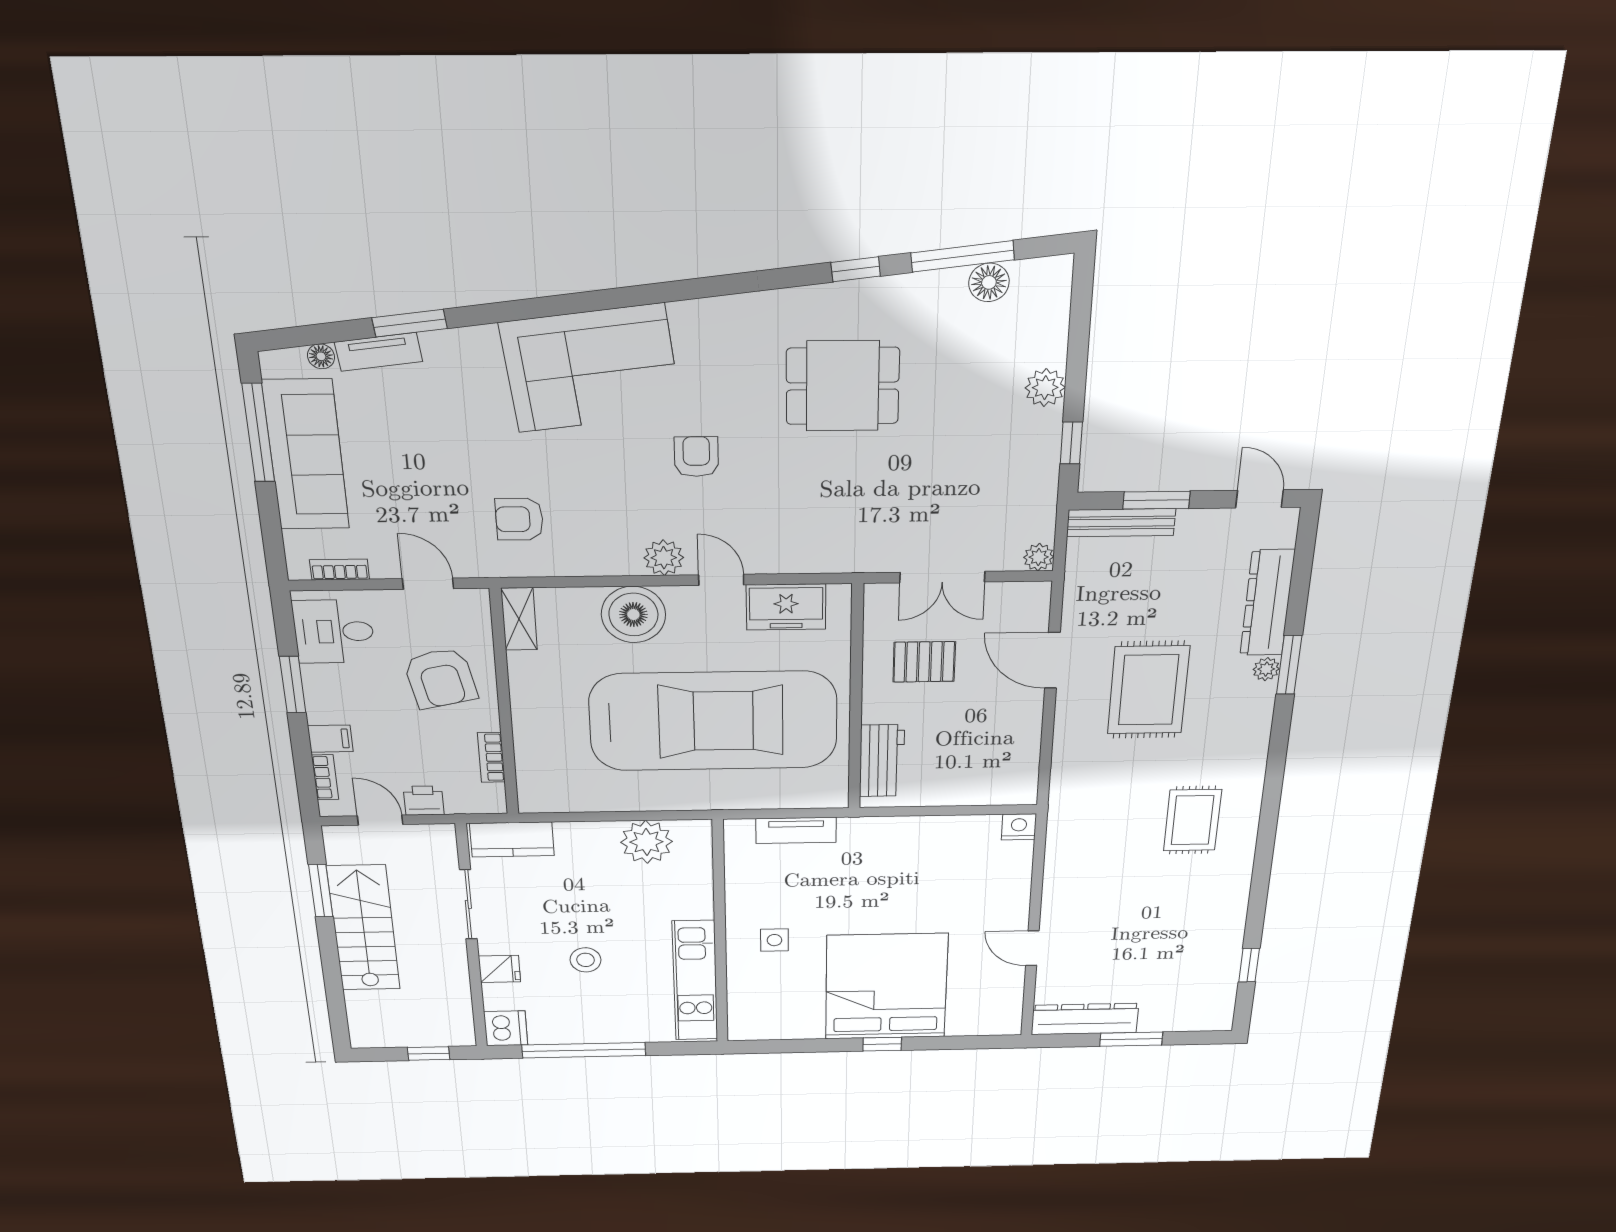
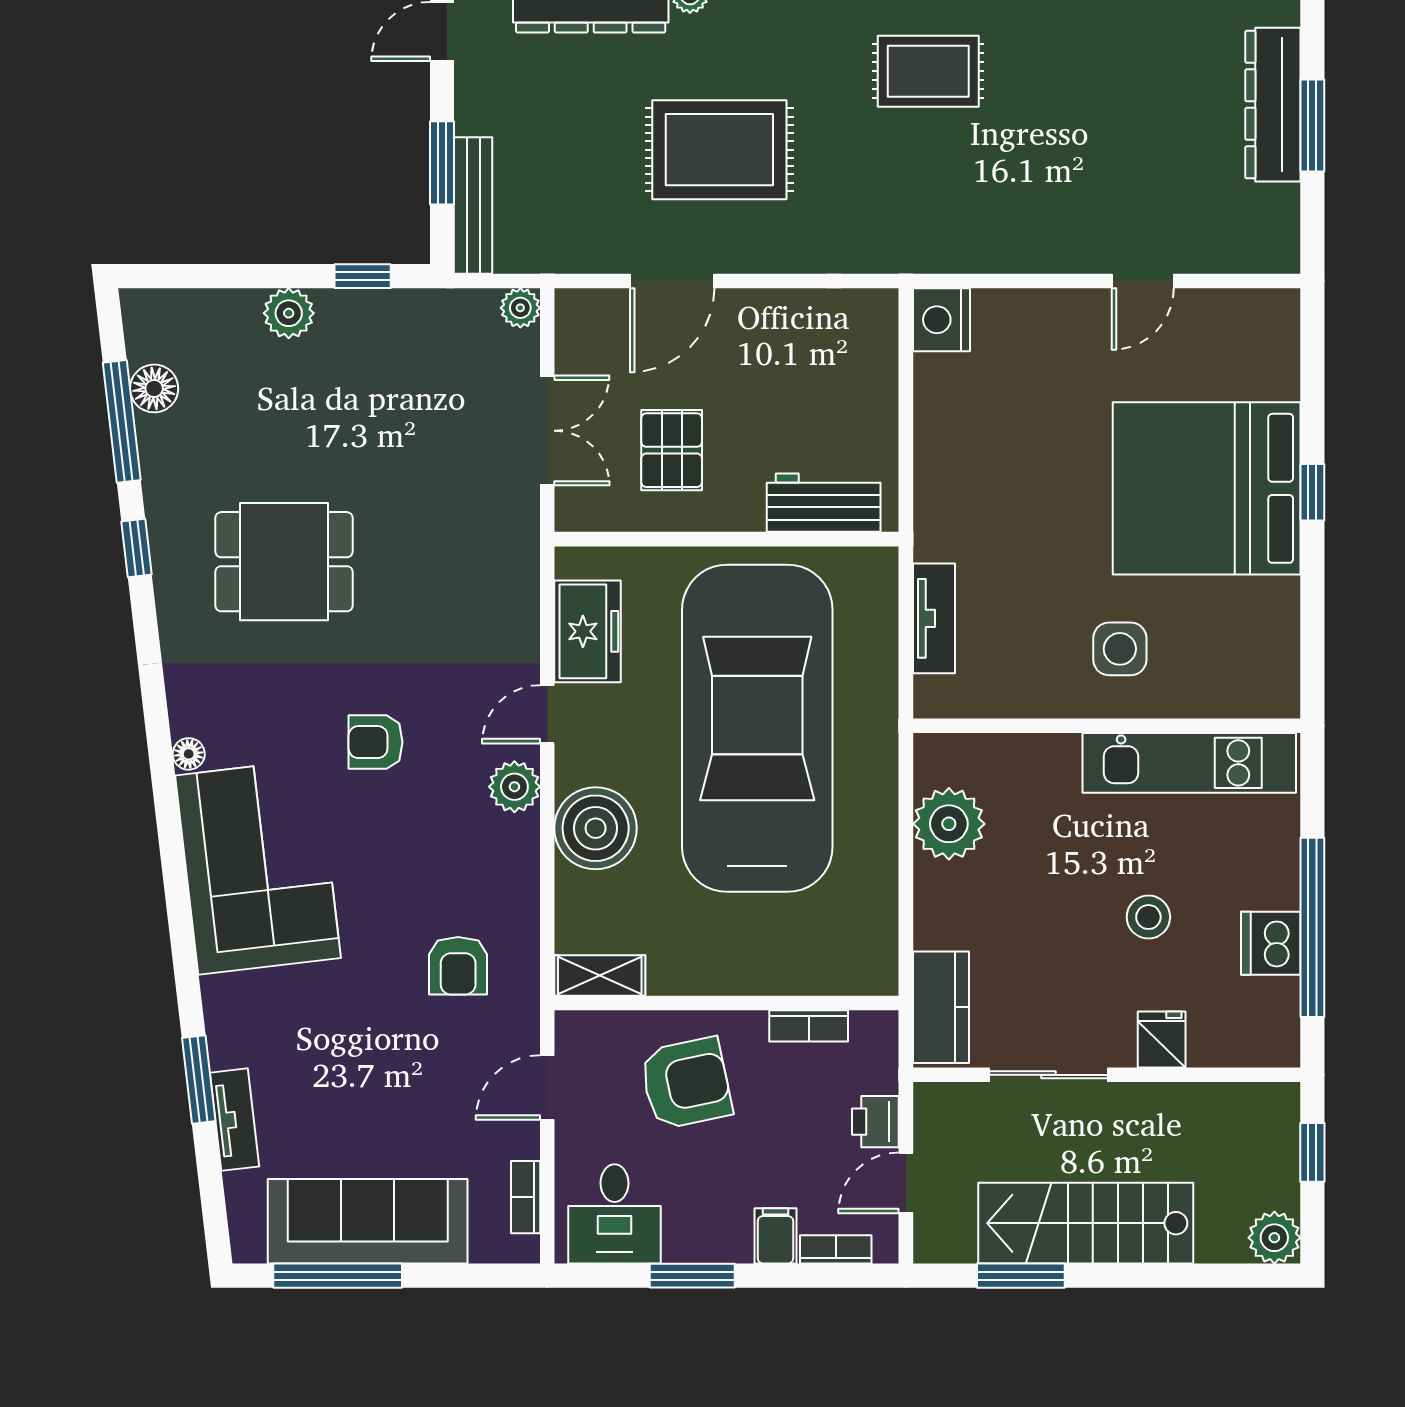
floor lamp: (321, 356) -> (189, 754), moved
dining table: (843, 386) -> (284, 562), turned 90
nightstand: (1019, 827) -> (941, 320), width x1.36, depth x1.33
side table: (774, 940) -> (1120, 649), width x1.37, depth x1.37
dresser: (1085, 1019) -> (1273, 105), moved
dishwasher: (506, 1028) -> (1271, 943), moved, turned -90
plant: (367, 1034) -> (1274, 1238), added

